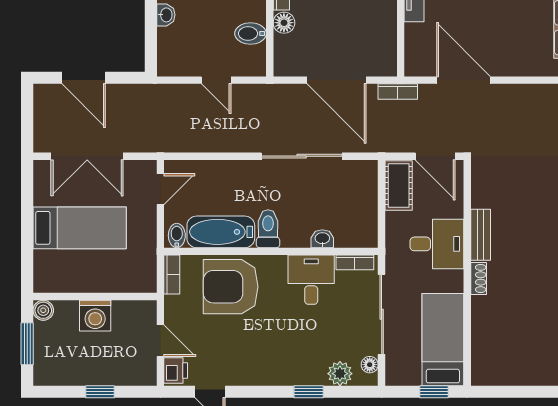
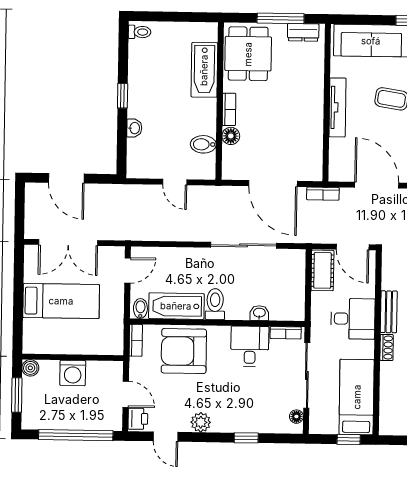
plant: (340, 374) -> (201, 422), moved
window: (100, 392) -> (76, 435), width x3.17

